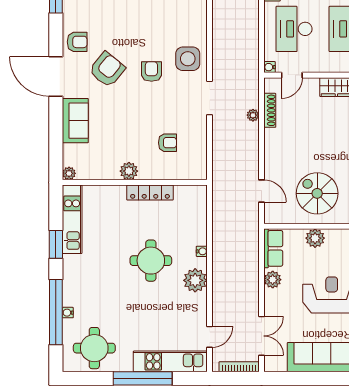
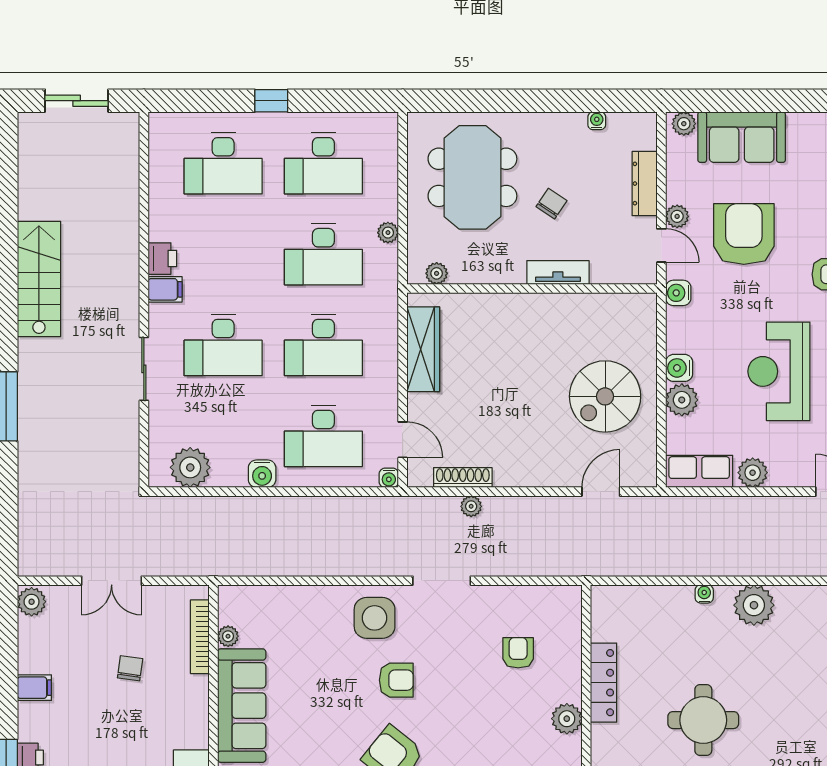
armchair: (151, 71) -> (396, 680), turned 180
water cooler: (334, 237) -> (679, 368), added
round table: (151, 261) -> (703, 720), moved

